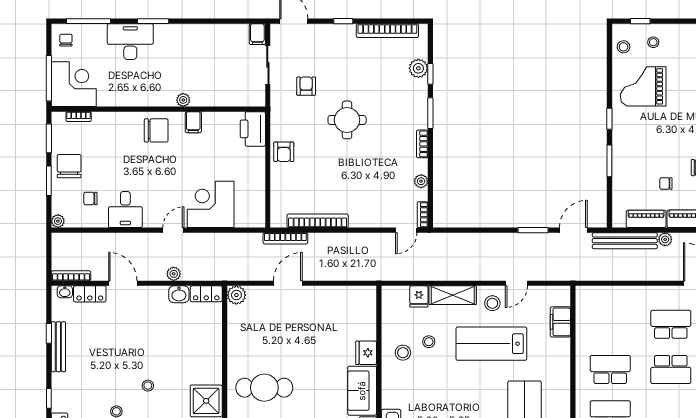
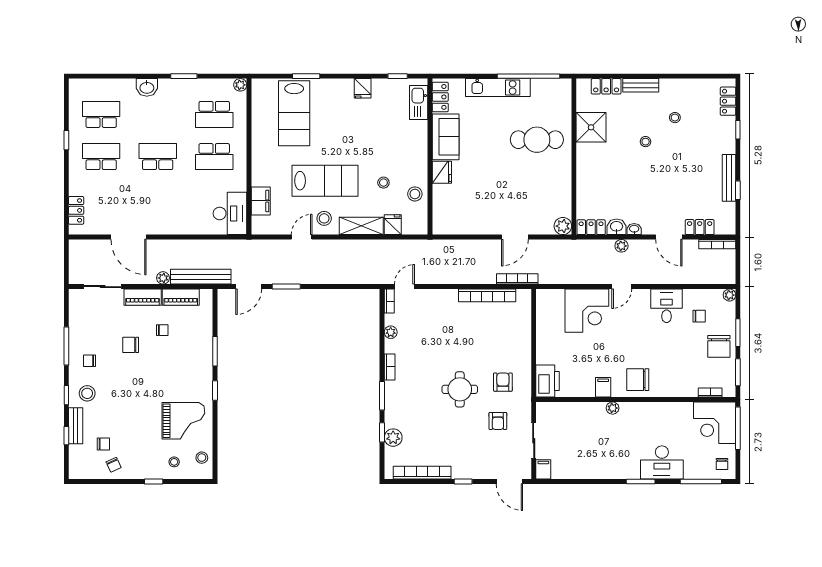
window: (640, 21) -> (154, 482), moved
armchair: (284, 152) -> (503, 382), moved
washbasin: (65, 292) -> (634, 229), moved
desk: (593, 309) -> (230, 213), added
school desk: (671, 324) -> (158, 199), removed
stool: (403, 353) -> (415, 194), moved

